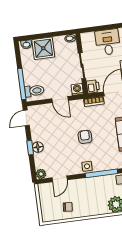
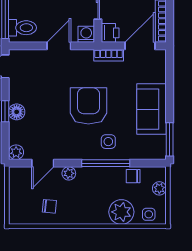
door: (60, 100) -> (59, 46), swing flipped
armchair: (85, 137) -> (88, 106), width x1.88, depth x1.88
side table: (87, 166) -> (108, 142), moved
plant: (78, 183) -> (69, 173), added

